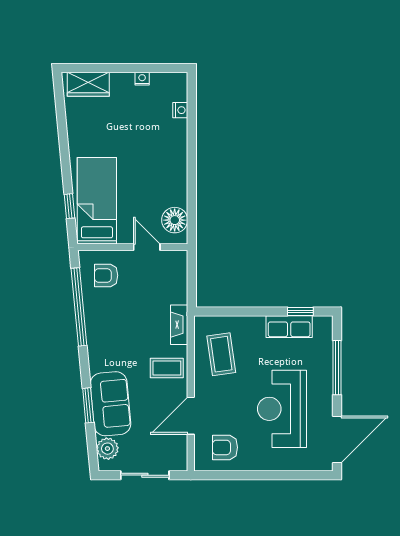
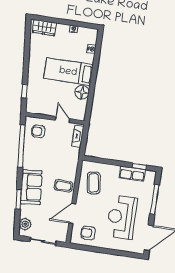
bed: (97, 201) -> (68, 72), moved, turned -90
floor lamp: (175, 220) -> (82, 92), moved
fireplace: (179, 325) -> (78, 136), moved
sofa: (111, 404) -> (31, 187), moved

